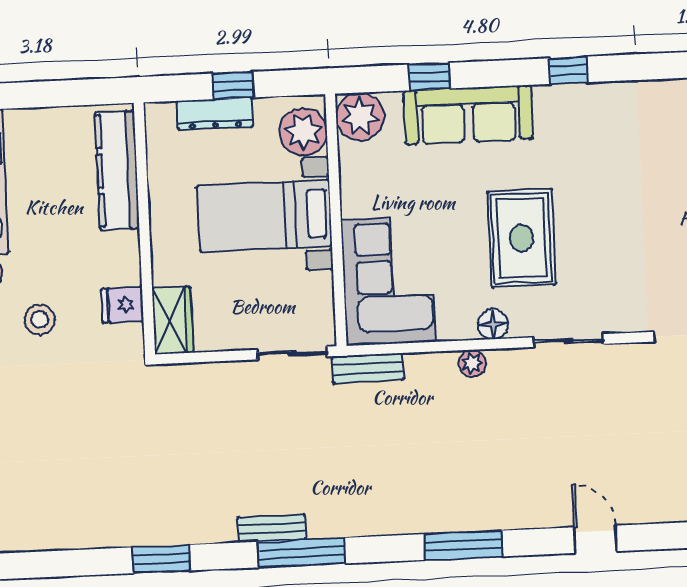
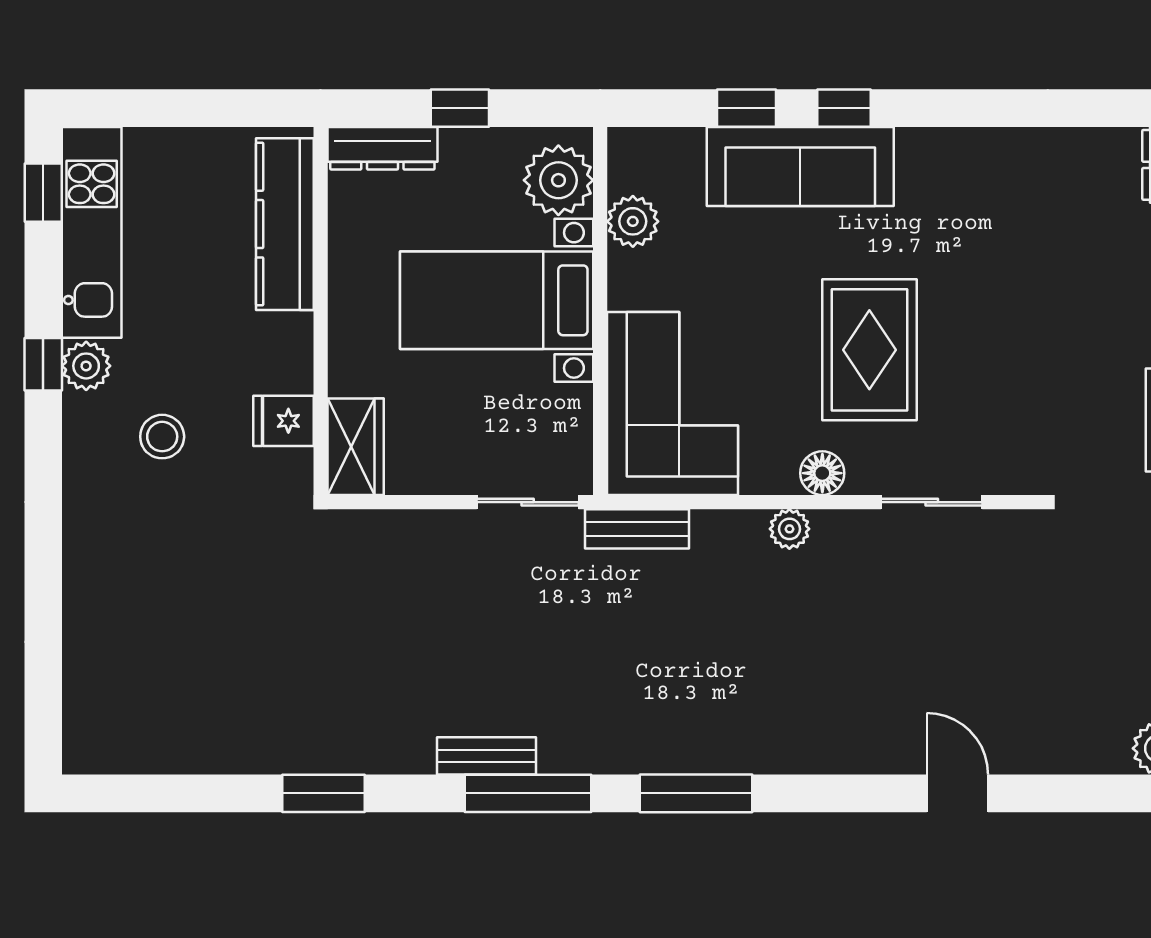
window: (568, 70) -> (844, 108), moved
dresser: (215, 114) -> (382, 148), moved
plant: (360, 116) -> (633, 221), moved, width x0.73, depth x0.73
window: (463, 545) -> (696, 793), moved

